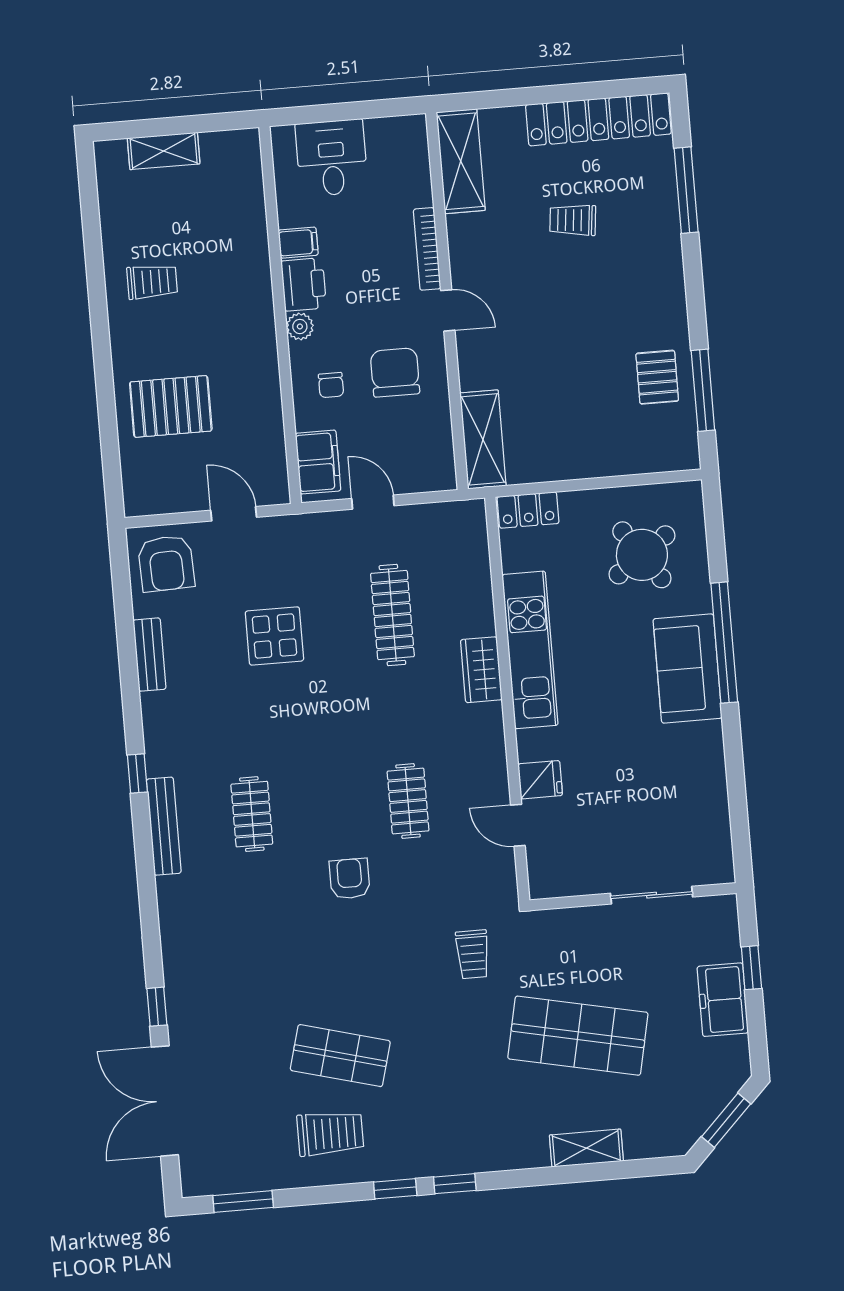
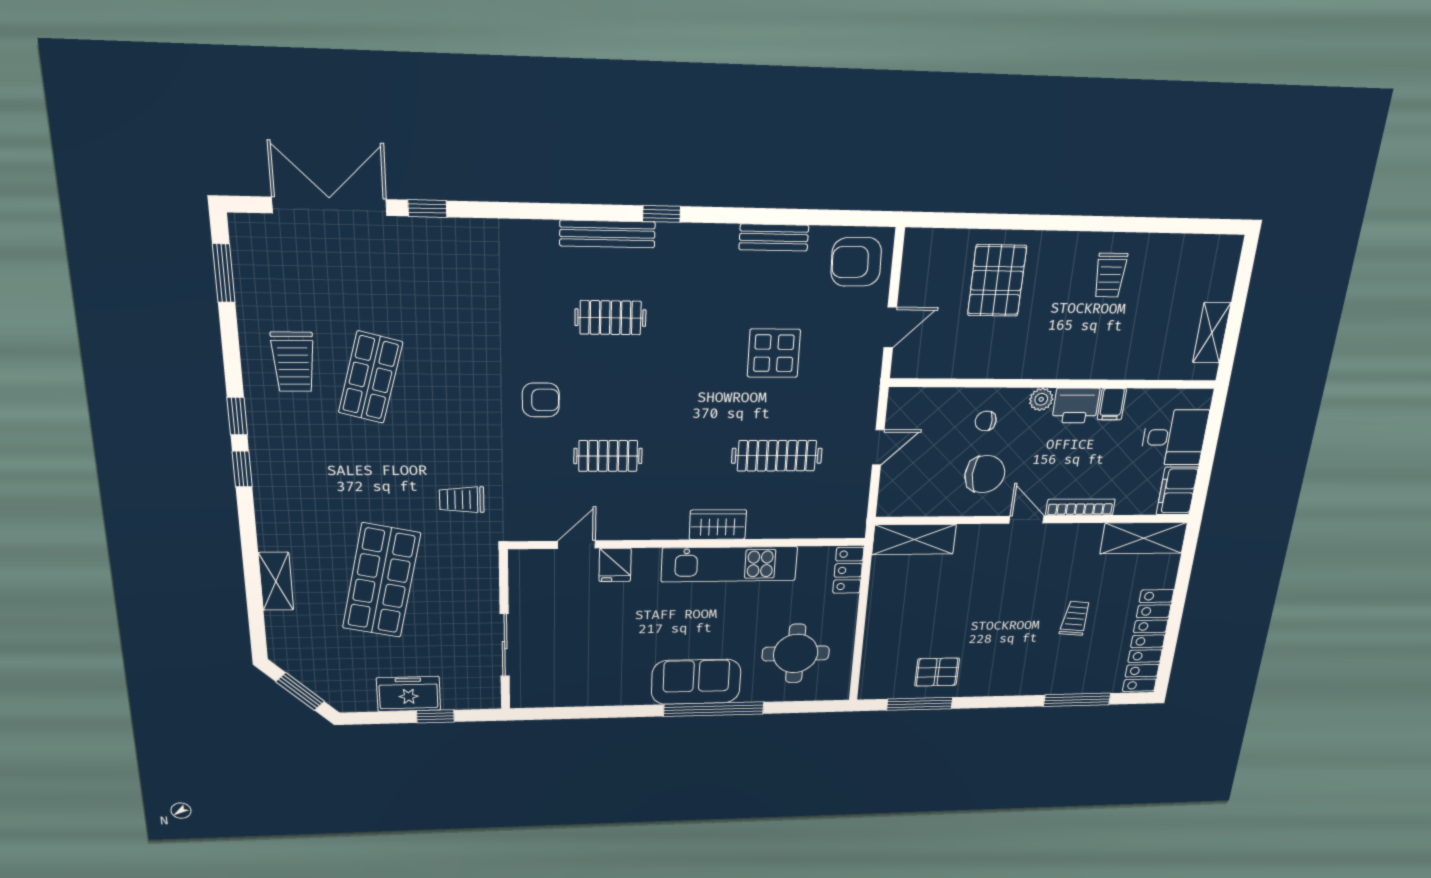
shelving: (164, 151) -> (1212, 333), moved
door: (448, 310) -> (1026, 520), swing flipped
filing cabinet: (318, 462) -> (1177, 491), moved, turned 90
round table: (642, 555) -> (796, 653), turned 35

